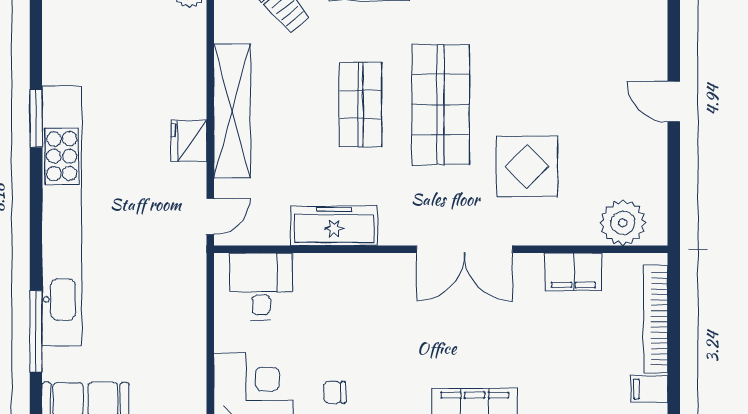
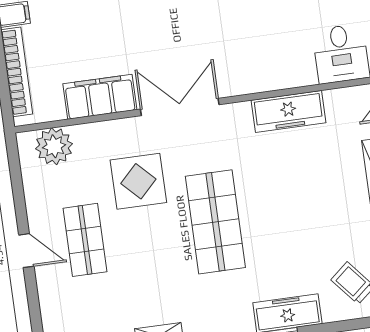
shop shelf: (361, 105) -> (85, 240), moved
filing cabinet: (573, 272) -> (100, 97), width x1.50, depth x1.17

